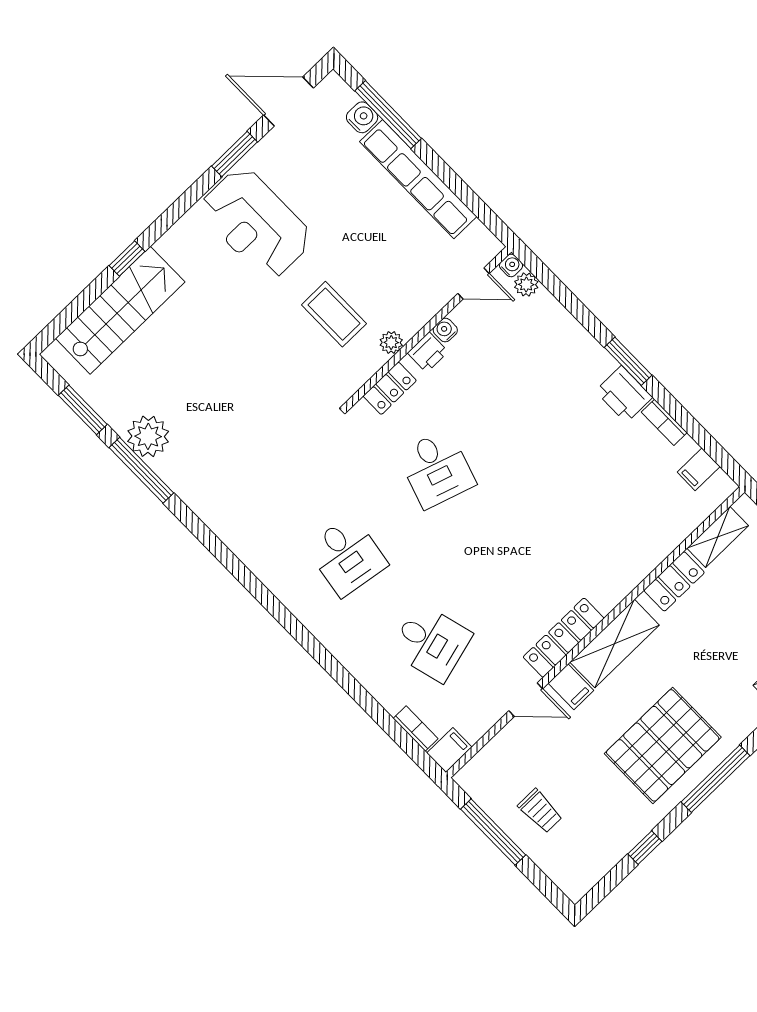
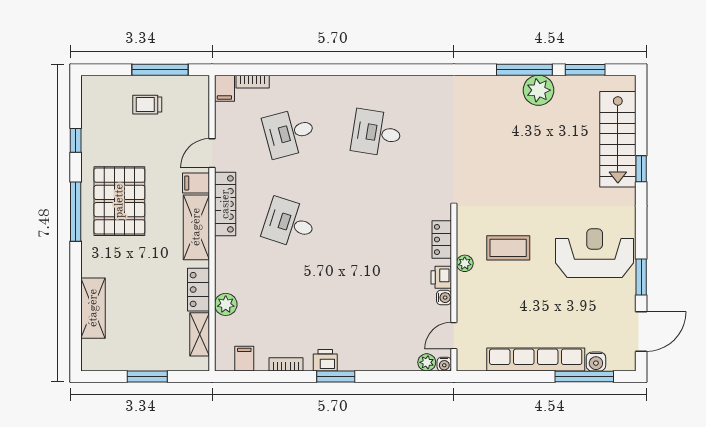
printer: (624, 394) -> (325, 360), width x0.73, depth x0.81
desk: (436, 469) -> (289, 223), moved
plant: (663, 540) -> (226, 304), added

